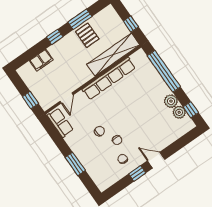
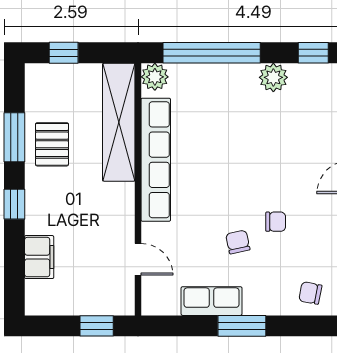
window: (131, 24) -> (64, 53), moved
pallet: (87, 35) -> (52, 144), turned 90
plant: (179, 112) -> (155, 77), moved
row of seats: (60, 123) -> (212, 301), moved
chair: (123, 159) -> (310, 293), moved
window: (75, 164) -> (242, 326), moved

